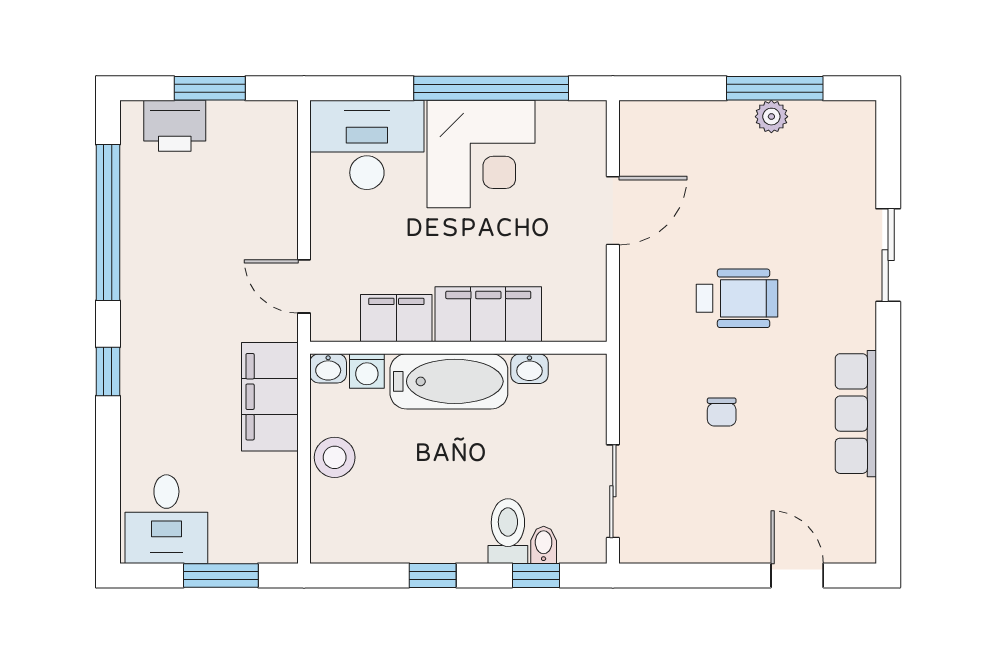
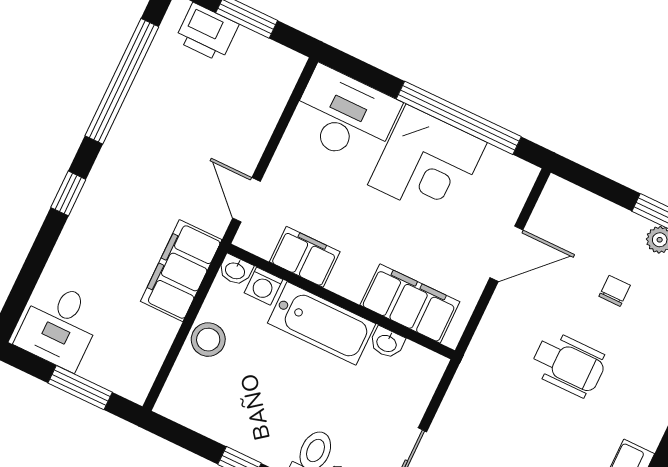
filing cabinet: (488, 314) -> (410, 303), moved
chair: (722, 412) -> (615, 291), moved, turned 180

